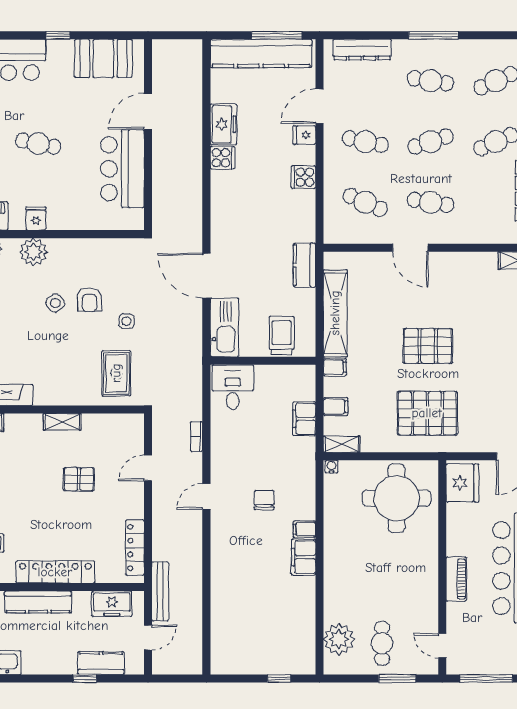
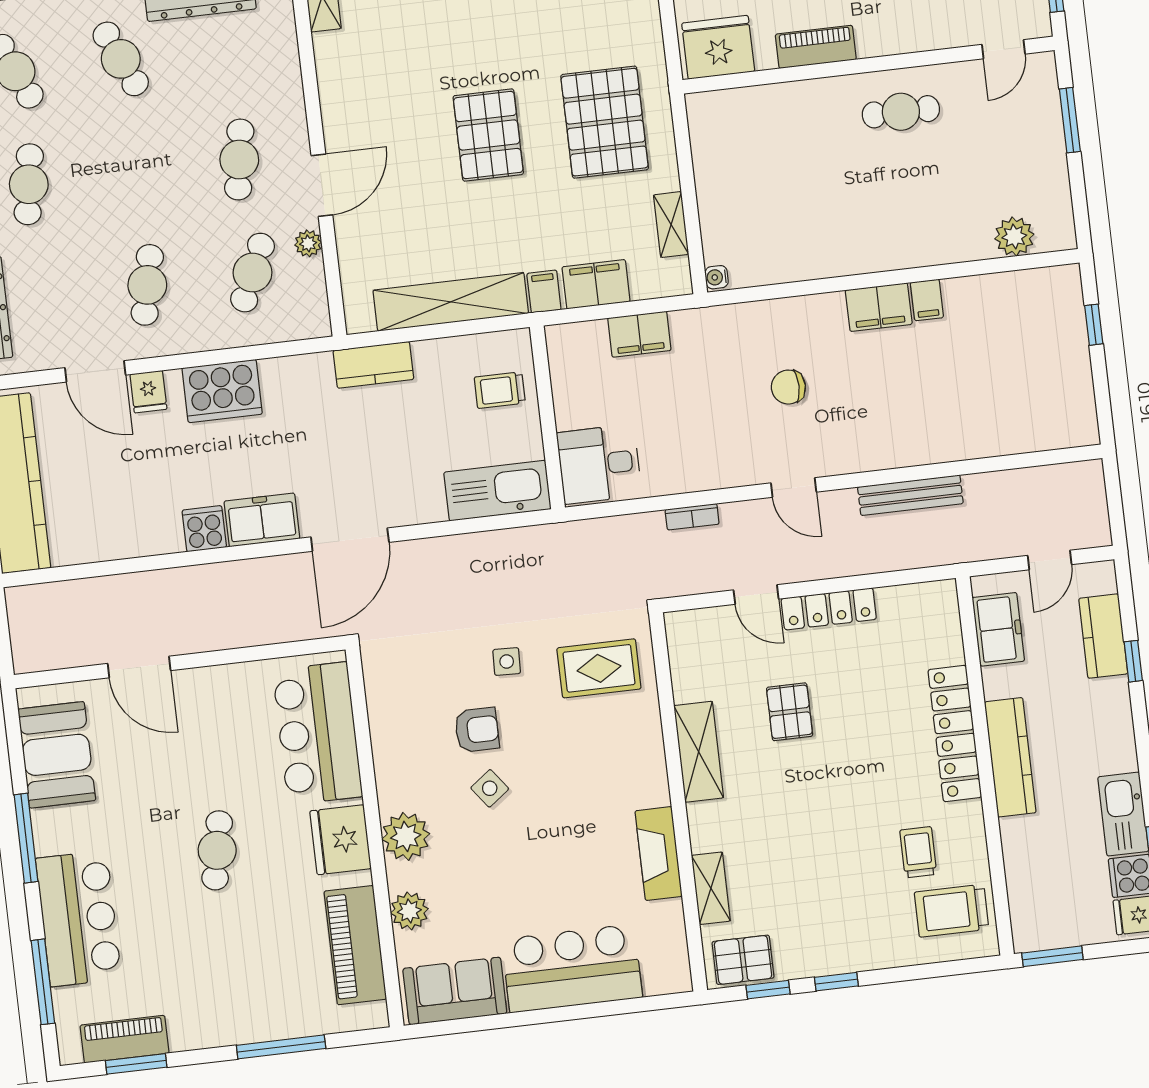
window: (58, 35) -> (26, 838), width x2.17
freezer: (224, 124) -> (262, 520), moved
cafe table: (431, 142) -> (134, 172), removed
bar counter: (122, 169) -> (317, 733), moved, turned 90
cooker: (303, 177) -> (222, 391), width x1.87, depth x1.31
fridge: (36, 219) -> (341, 840), width x1.88, depth x1.34
plant: (378, 236) -> (308, 243), added
door: (206, 276) -> (350, 540), moved
trolley: (282, 335) -> (500, 390), width x0.73, depth x0.72
filing cabinet: (336, 407) -> (596, 284), width x2.00
shelving: (62, 422) -> (699, 752), width x1.50, depth x1.33
shelving: (341, 444) -> (671, 225), moved
round table: (397, 498) -> (758, 158), removed
filing cabinet: (304, 529) -> (927, 300), moved
locker: (135, 548) -> (829, 609), moved
piano: (456, 579) -> (816, 47), moved
bench: (160, 591) -> (910, 495), moved
door: (148, 638) -> (1050, 560), swing flipped
plant: (339, 639) -> (1014, 236), width x0.73, depth x0.73
cafe table: (382, 643) -> (901, 112), moved

